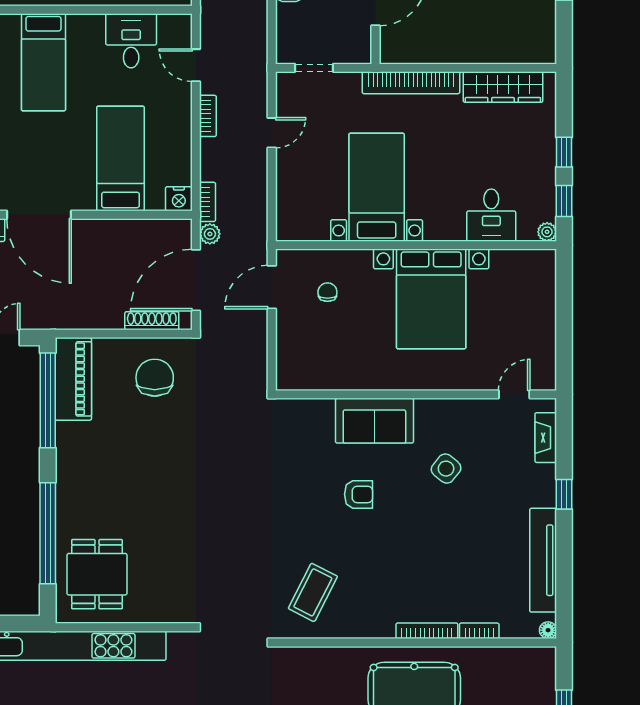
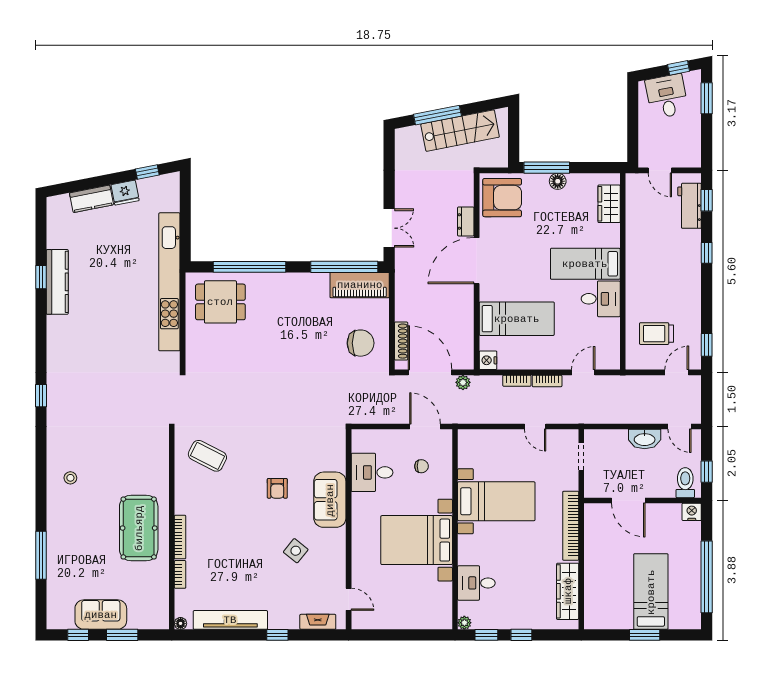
desk: (131, 41) -> (601, 299), moved
bookcase: (207, 202) -> (517, 381), moved
desk: (336, 361) -> (372, 472), added

